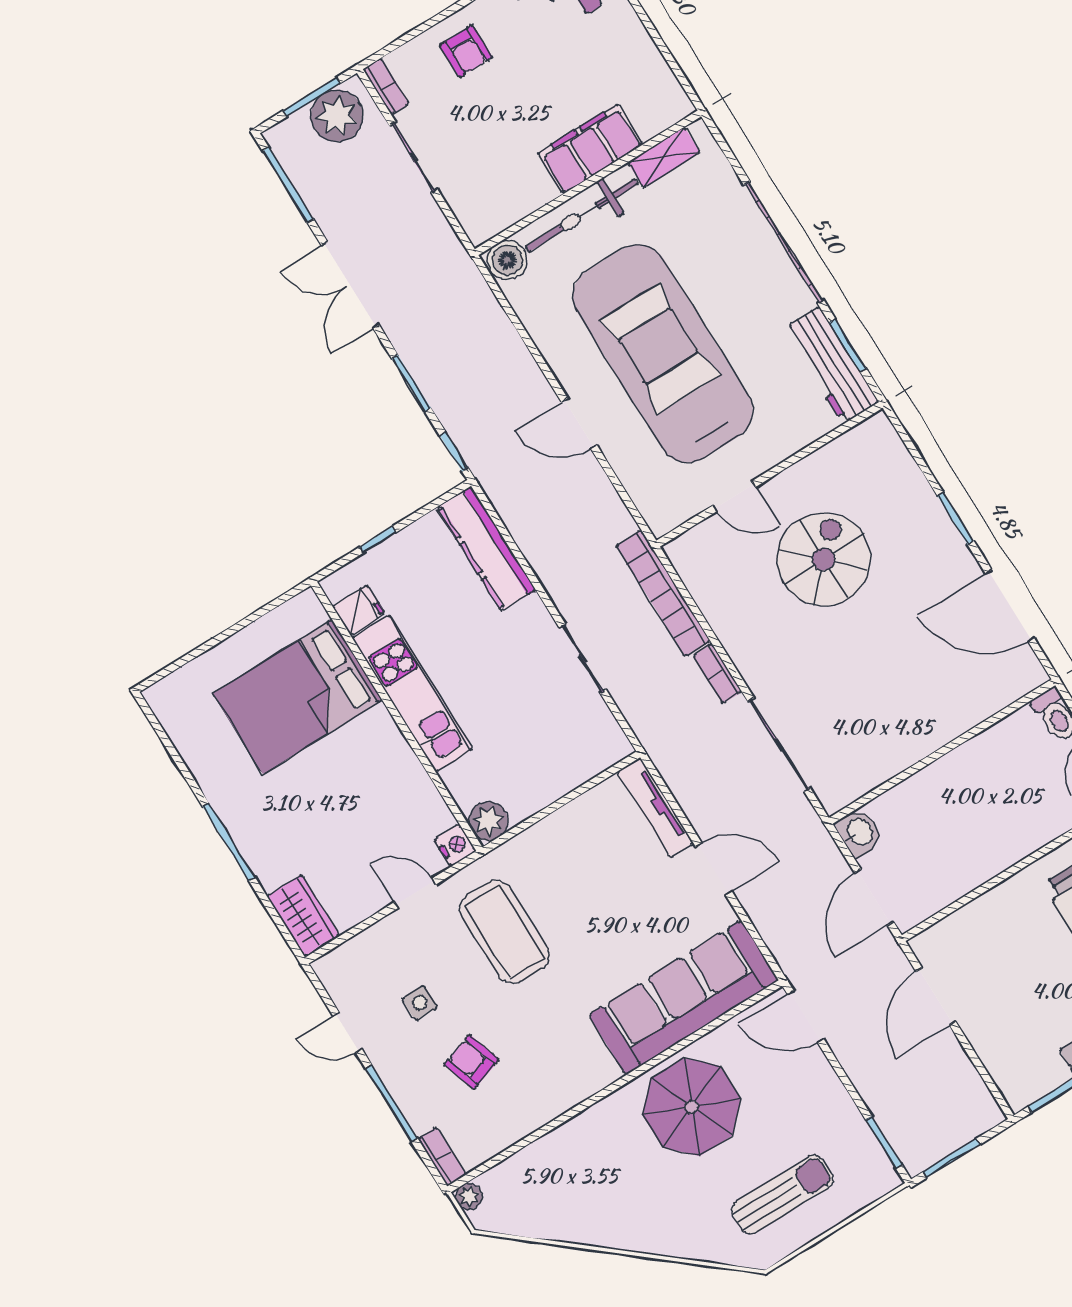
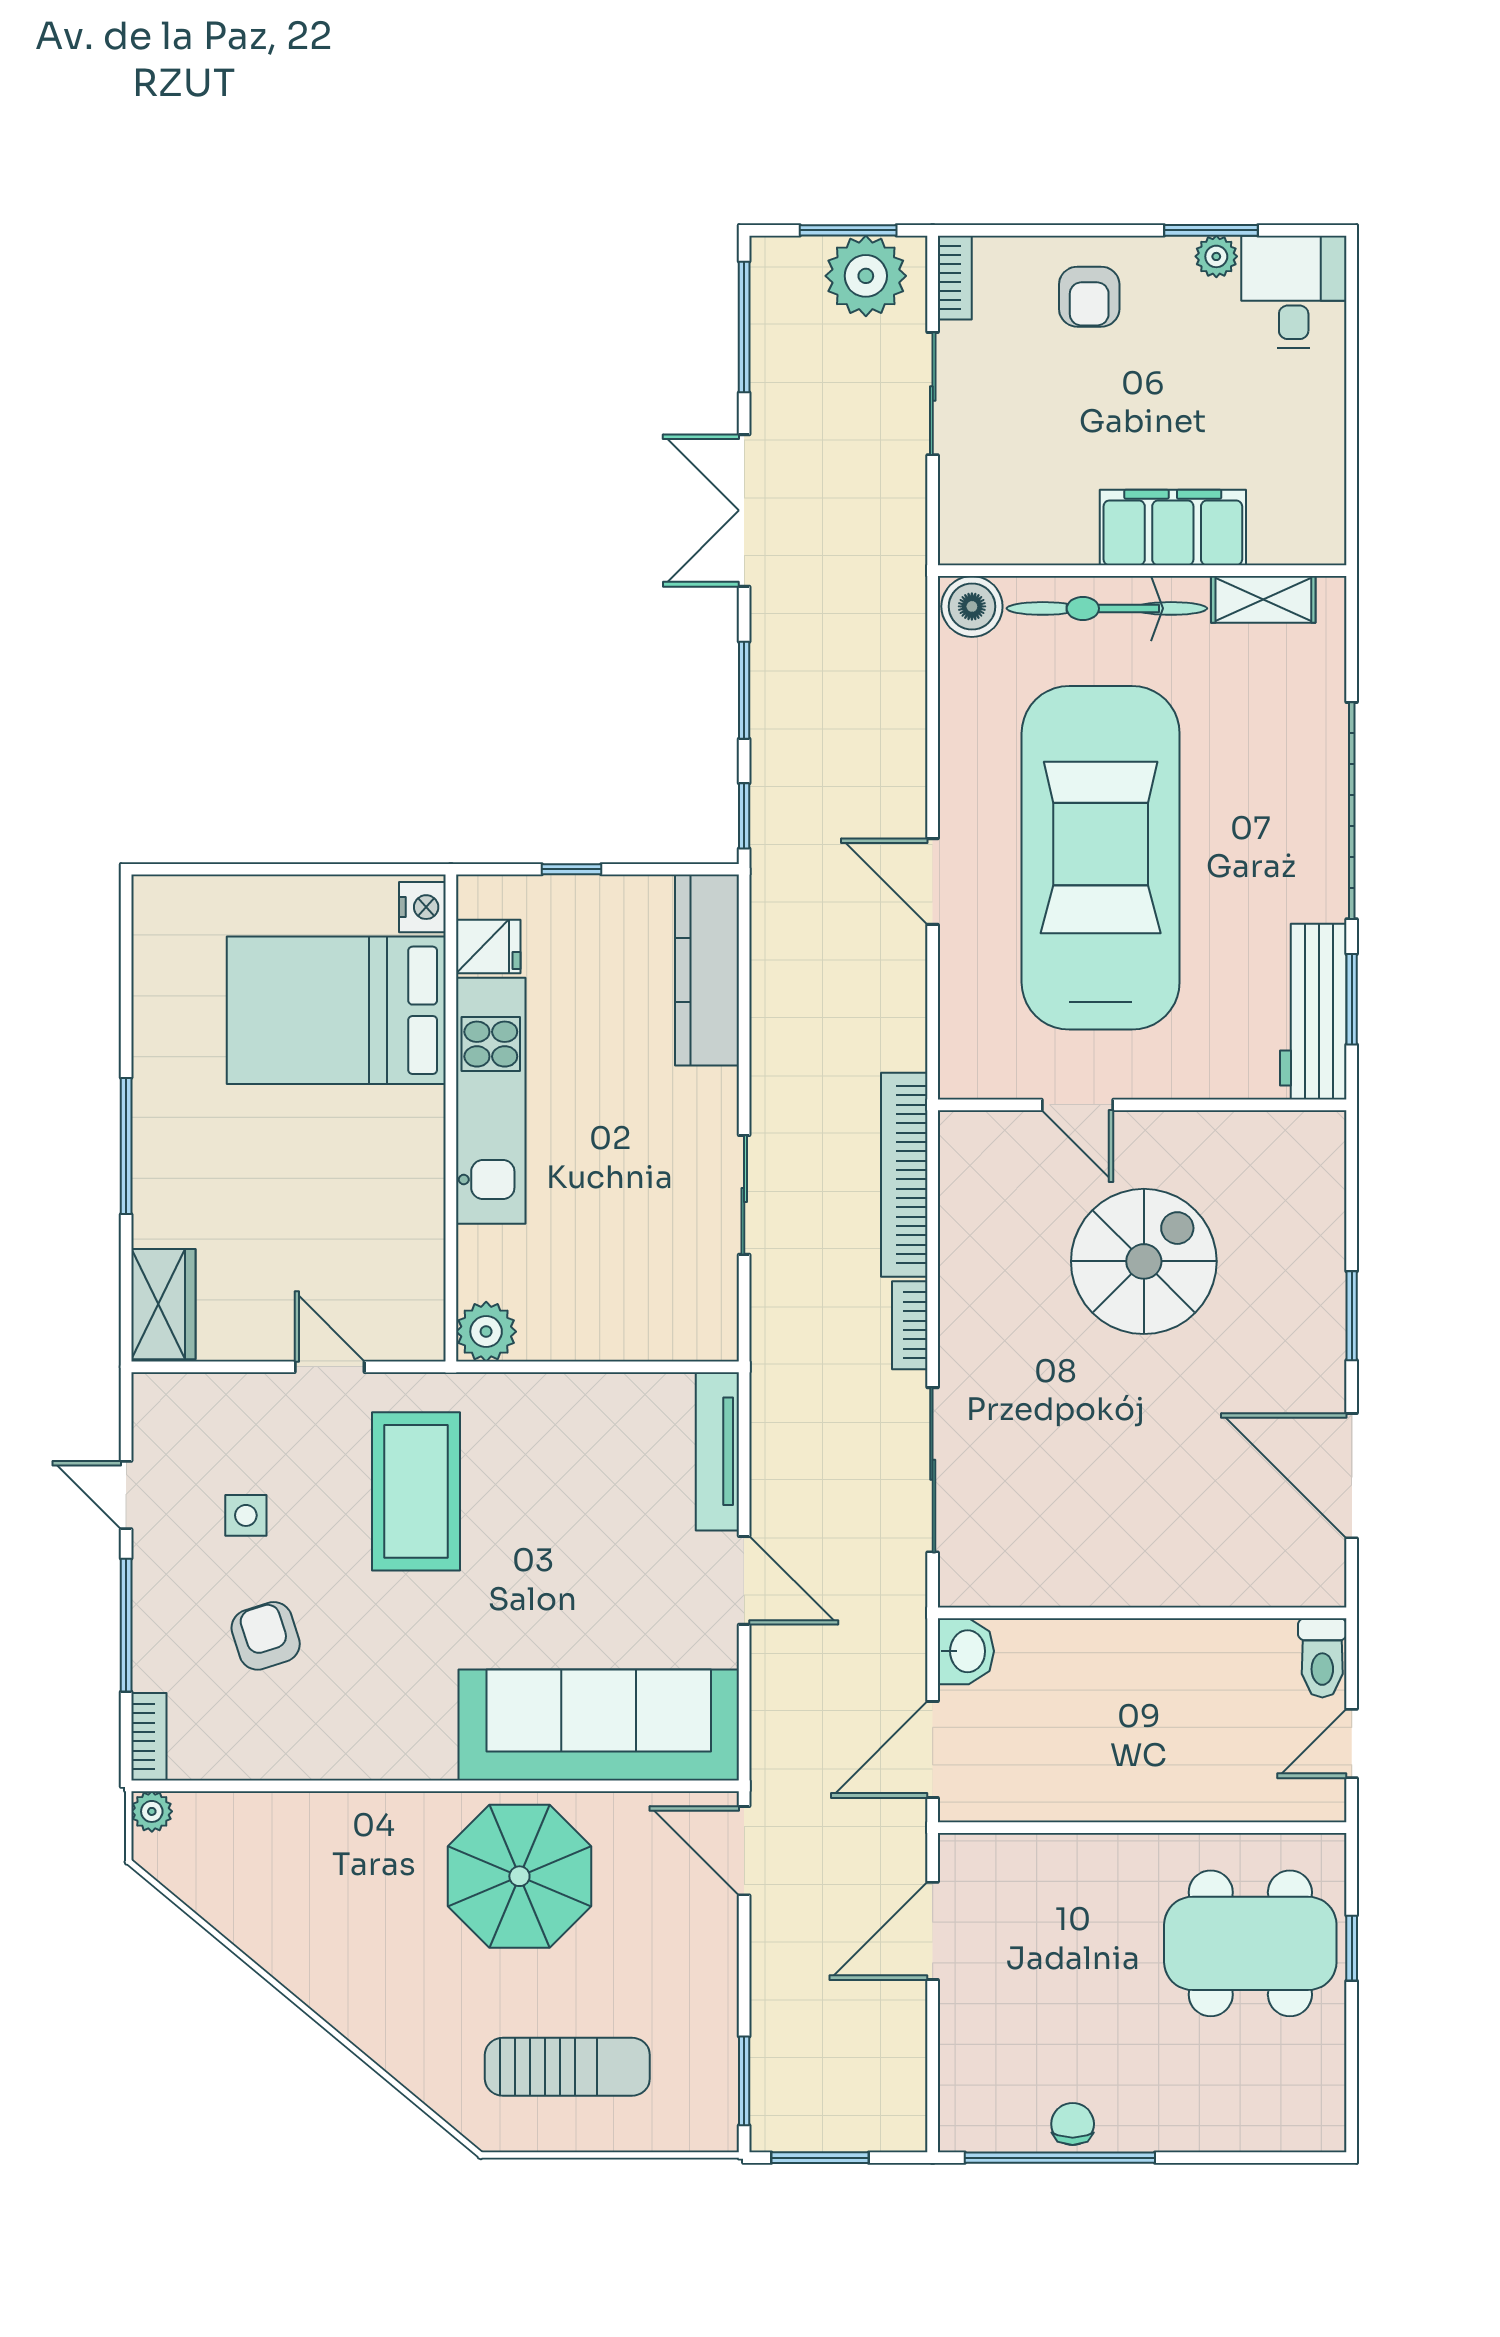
nightstand: (455, 845) -> (422, 907), moved

